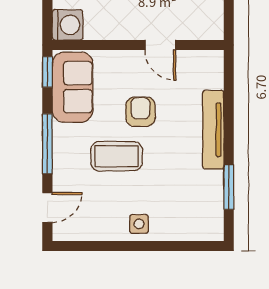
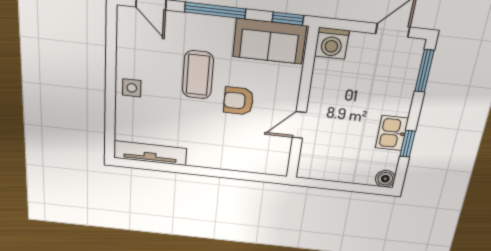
armchair: (140, 112) -> (238, 101), turned 180
tv unit: (213, 130) -> (150, 153), moved
window: (229, 187) -> (163, 167), removed

